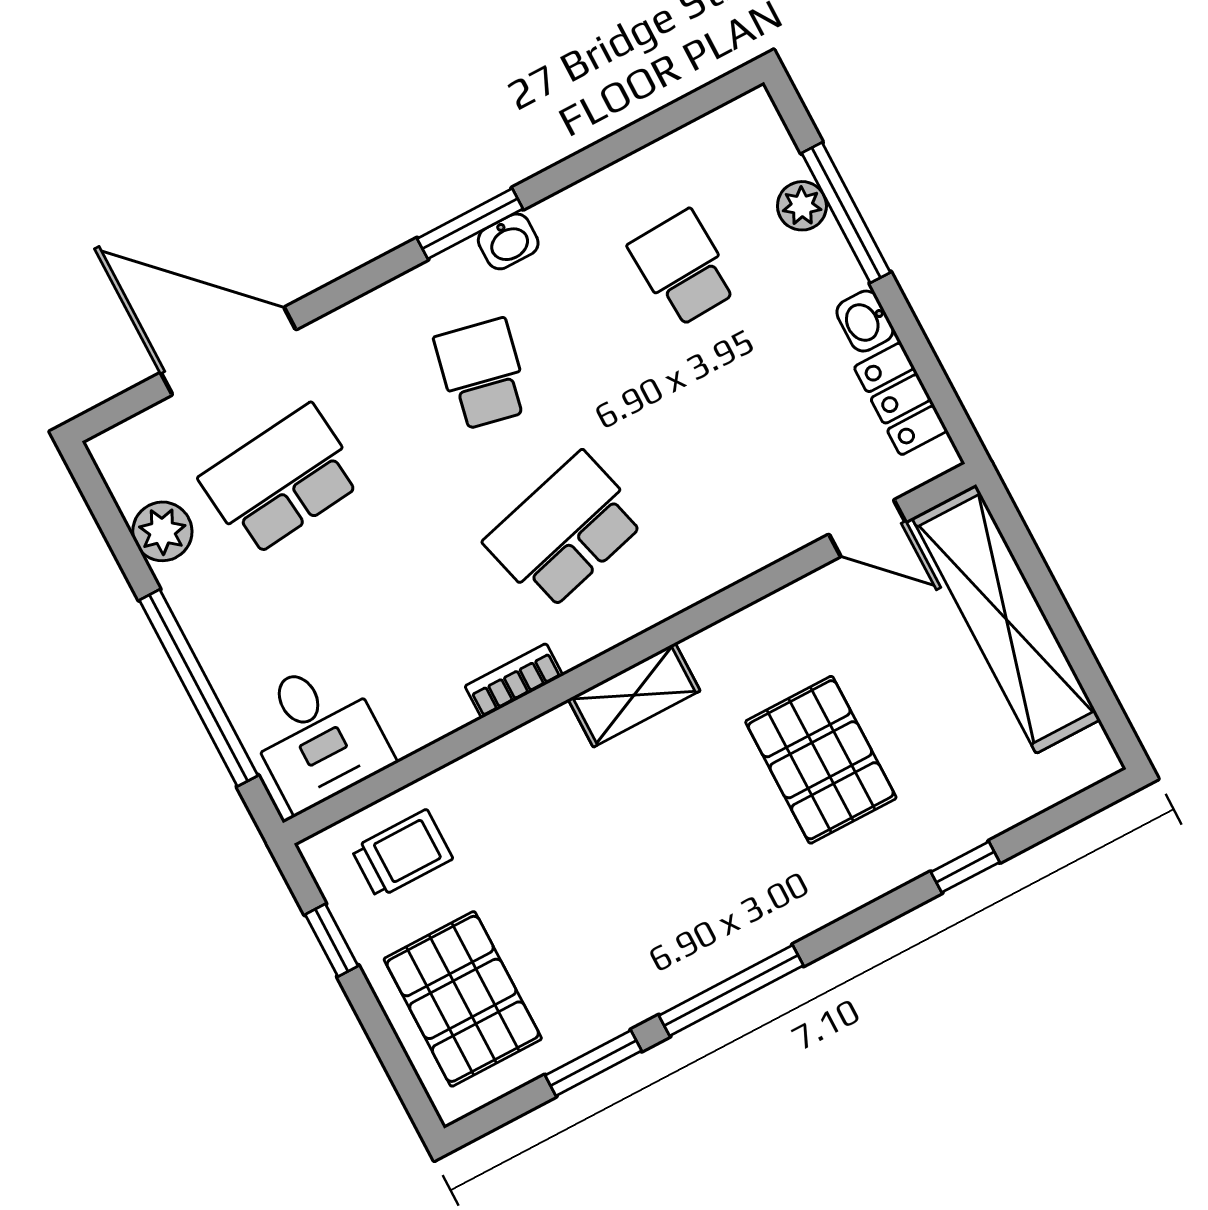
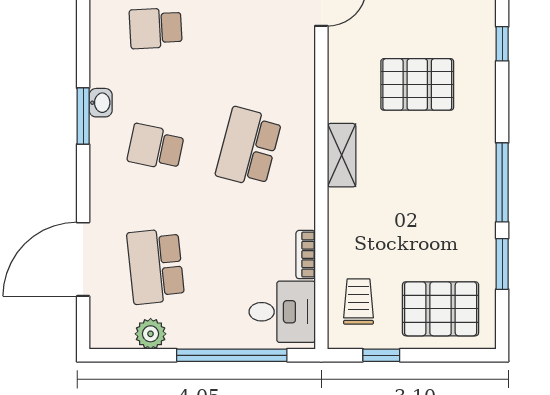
school desk: (565, 531) -> (249, 147), turned 30
bookcase: (514, 681) -> (306, 255), moved

